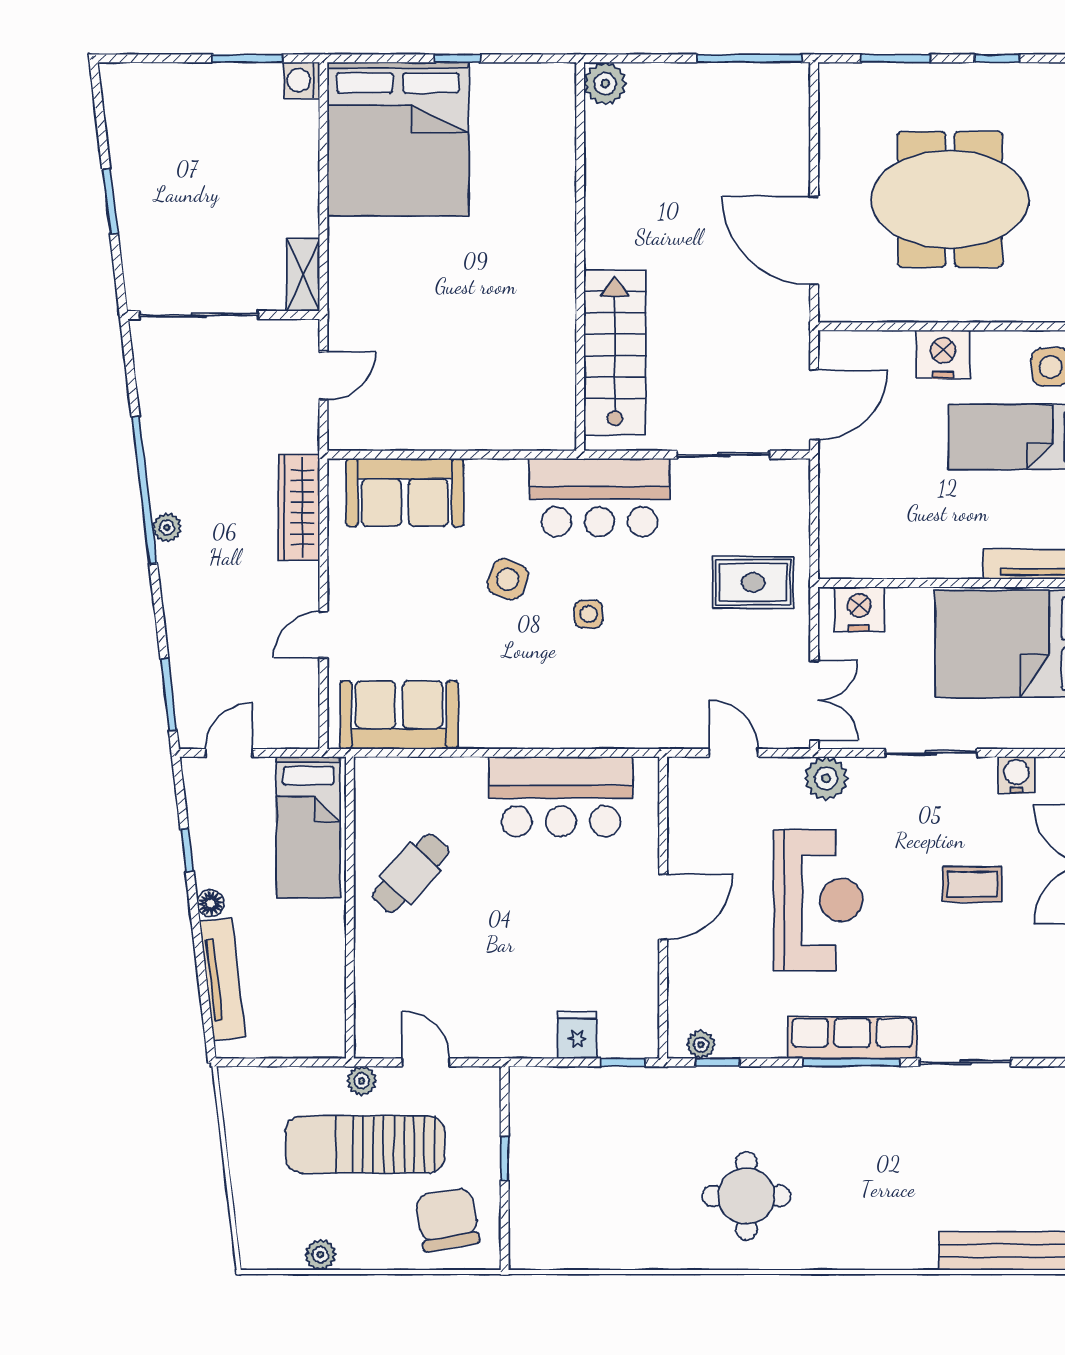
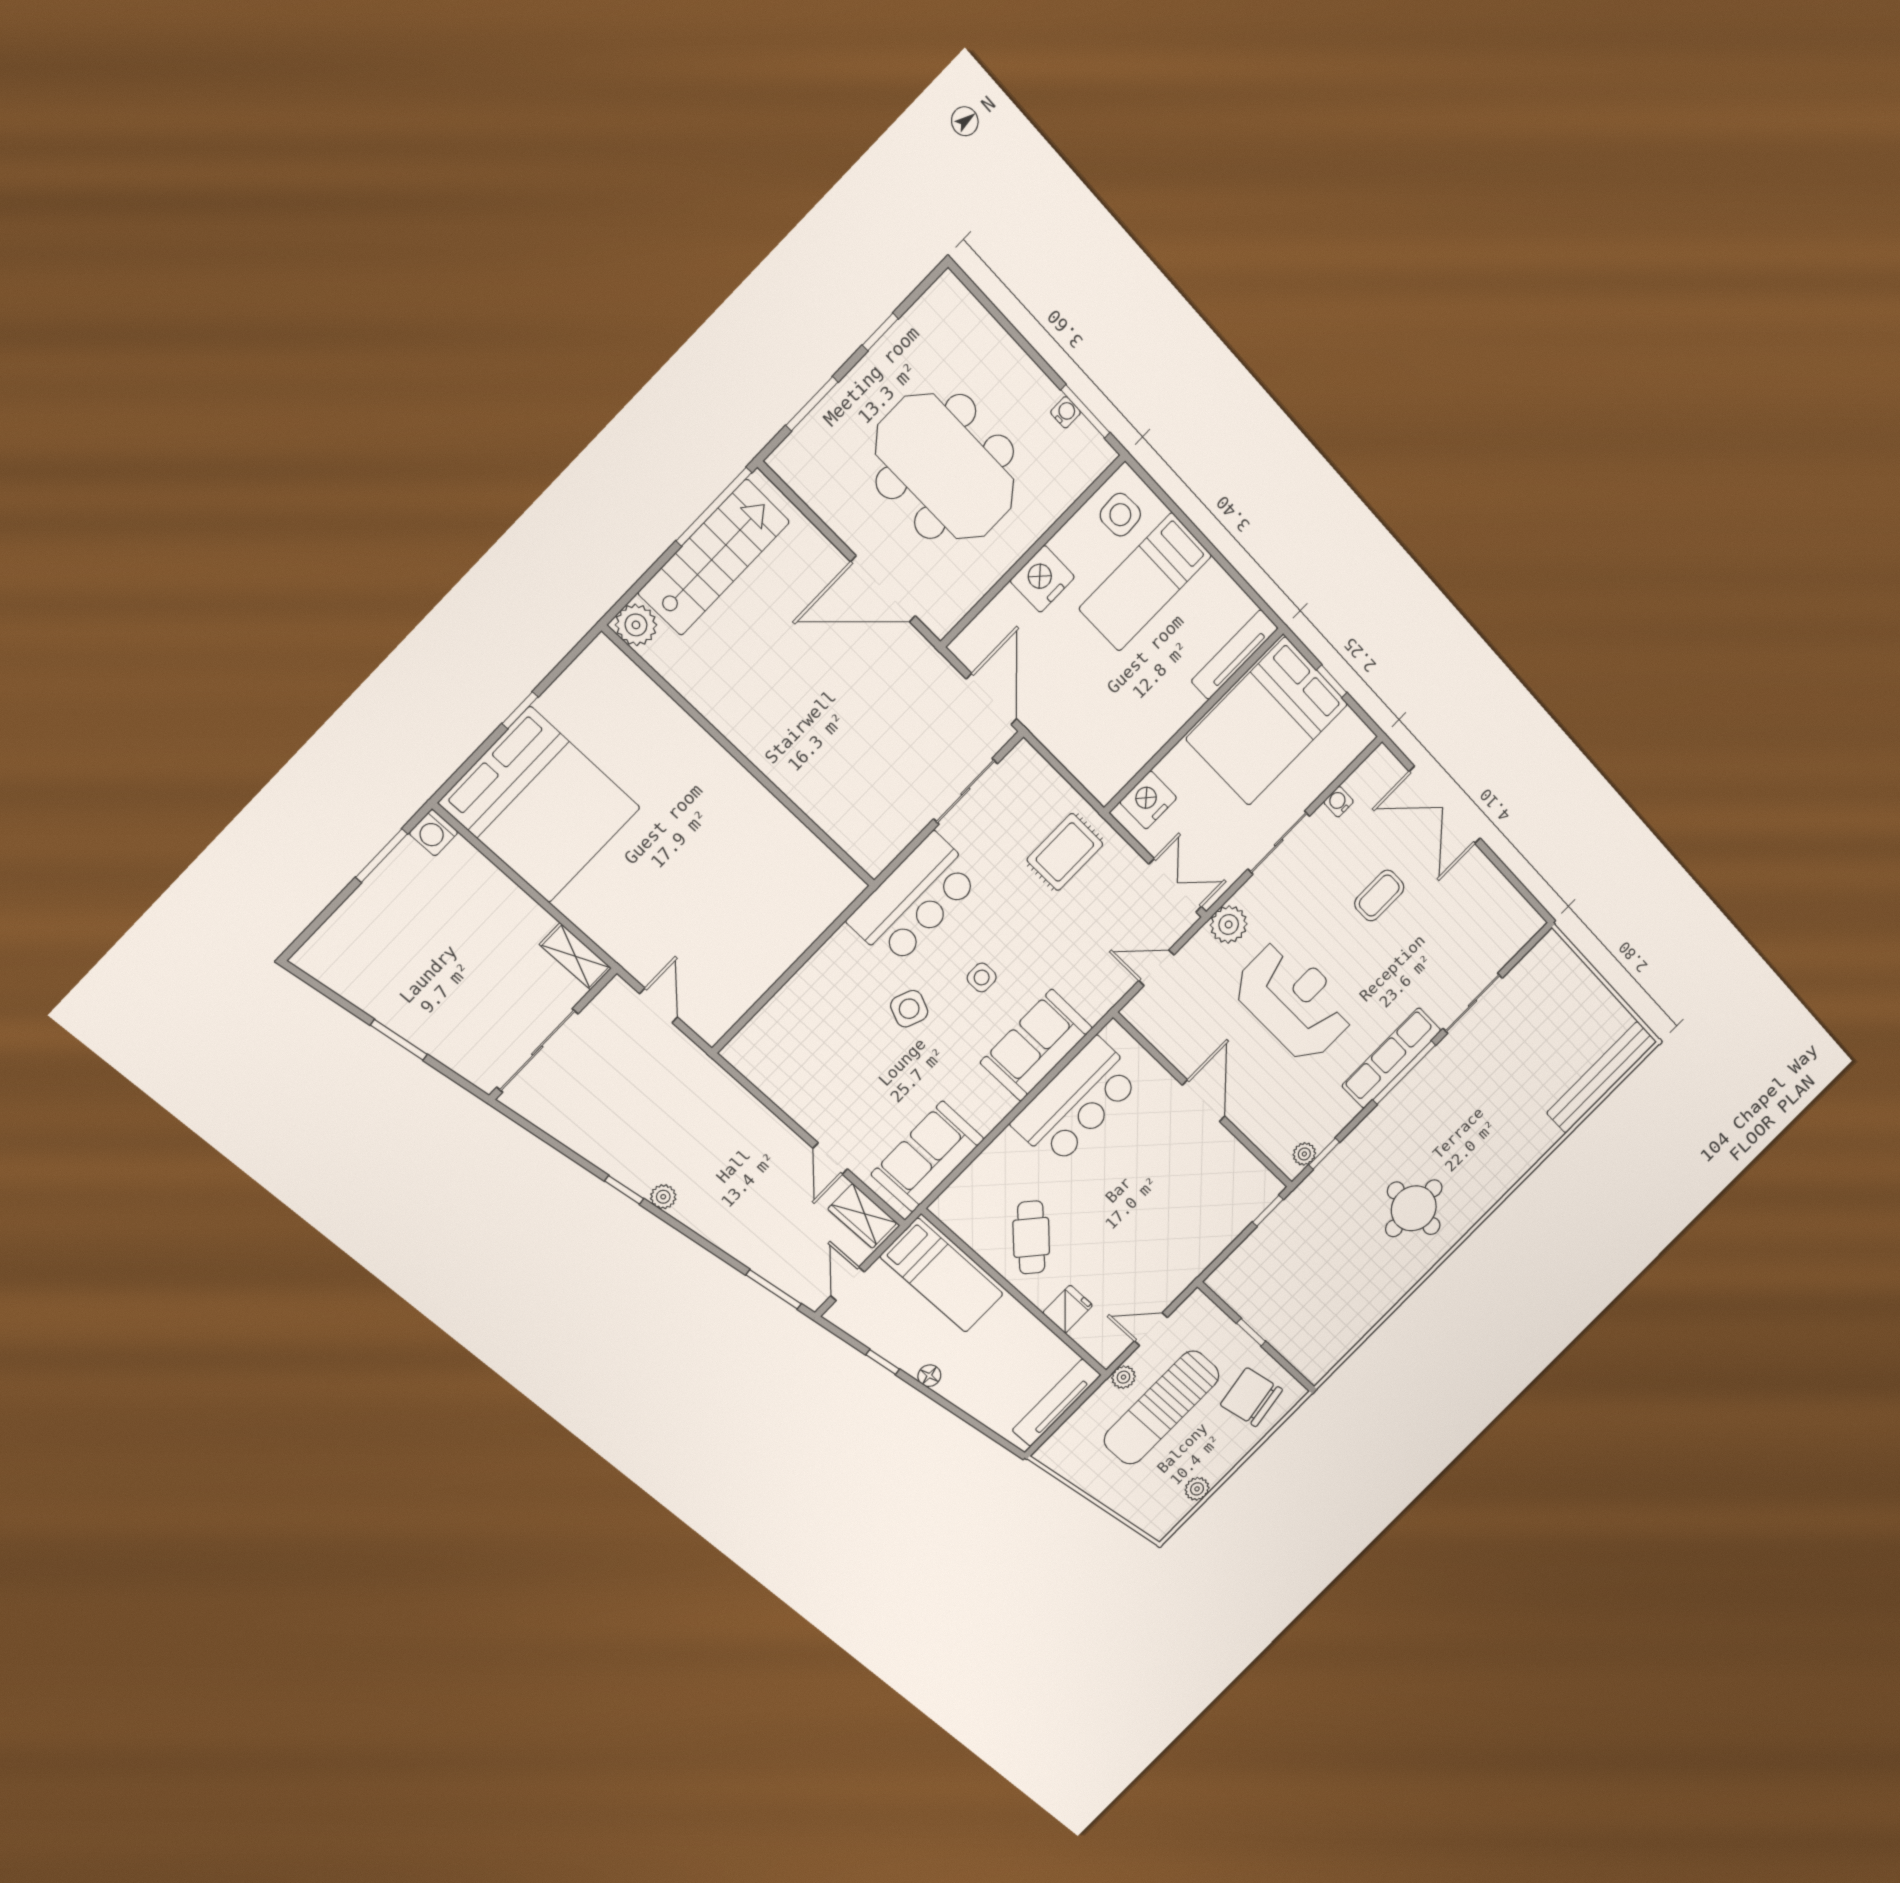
meeting table: (950, 199) -> (945, 467), turned 90
stairs: (615, 352) -> (714, 557), moved, turned 90
window: (144, 490) -> (624, 1190), width x0.32
sofa: (405, 492) -> (1036, 1045), moved, turned 180
wardrobe: (299, 507) -> (863, 1216), moved, width x0.67
water cooler: (1017, 775) -> (1339, 802), width x0.72, depth x0.72
tv unit: (223, 979) -> (1057, 1403), moved, turned -83
fridge: (577, 1035) -> (1068, 1309), moved, turned 90

